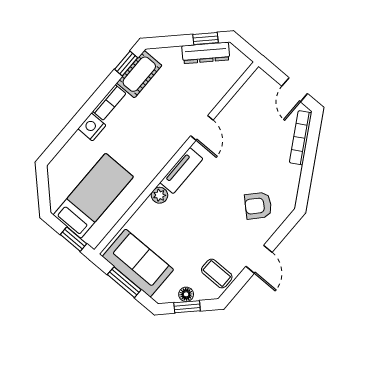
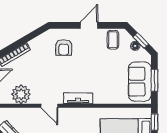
door: (202, 128) -> (49, 106), swing flipped
plant: (159, 195) -> (21, 94), moved, width x1.88, depth x1.88
armchair: (258, 206) -> (64, 47), turned 47

